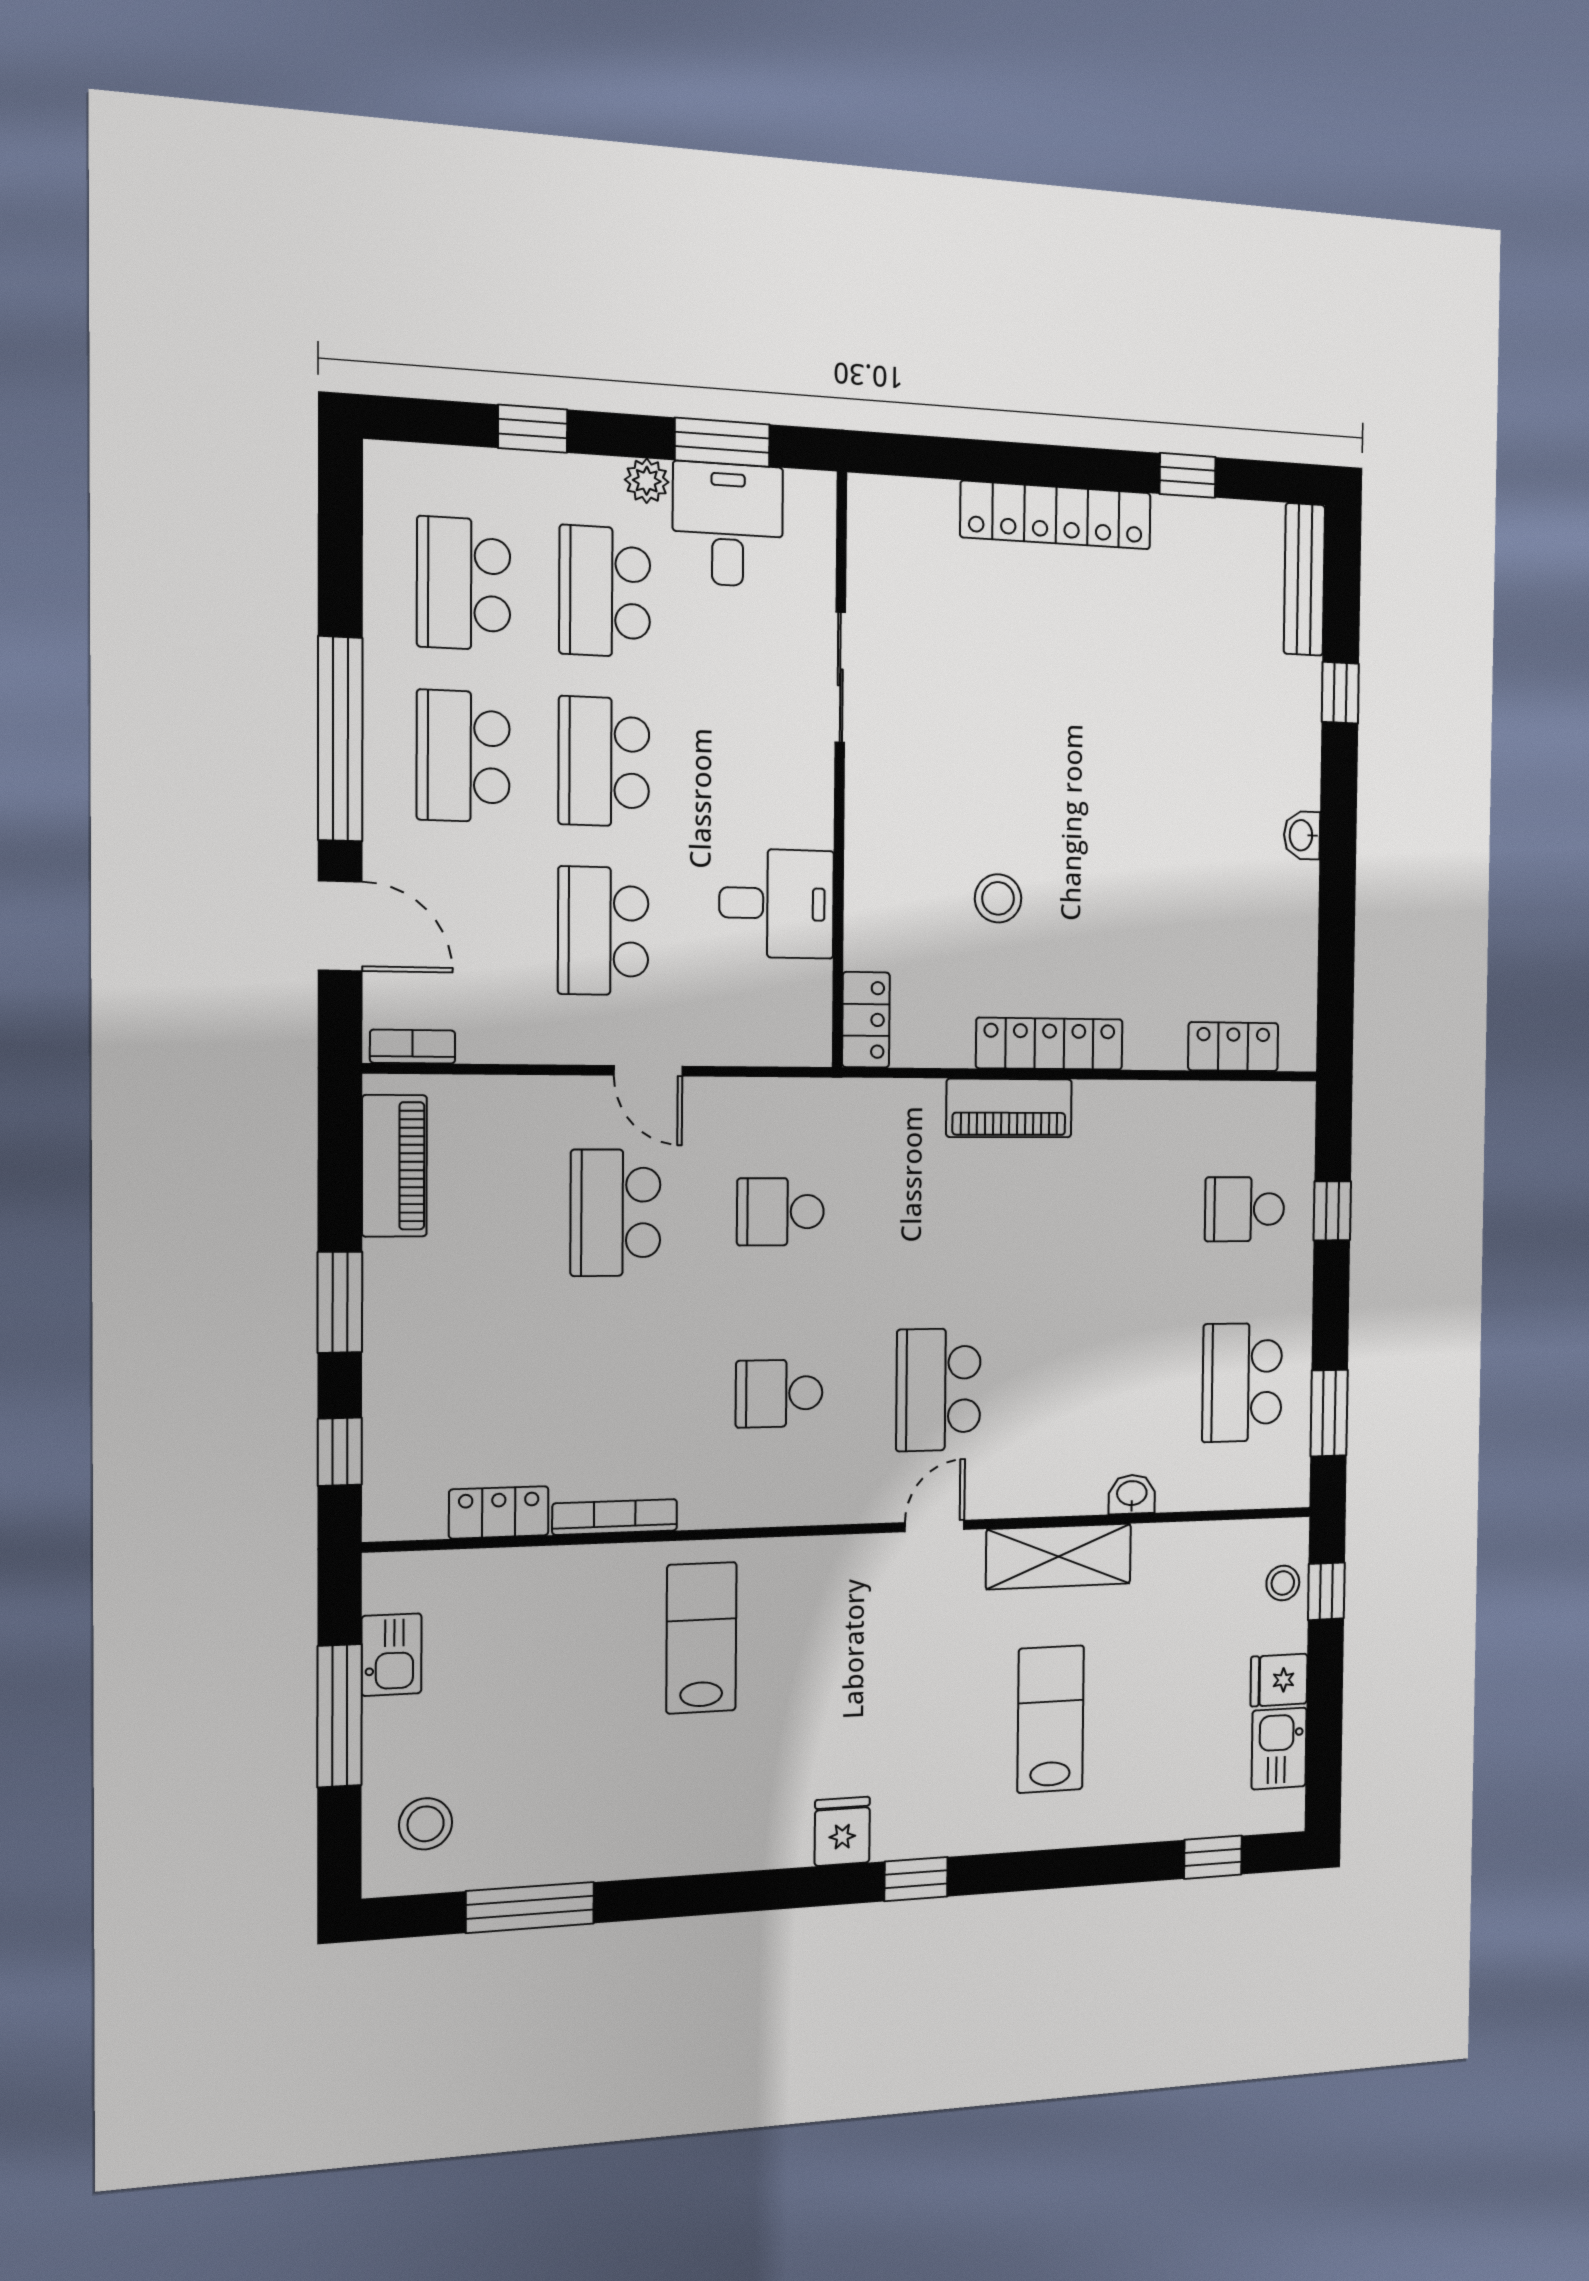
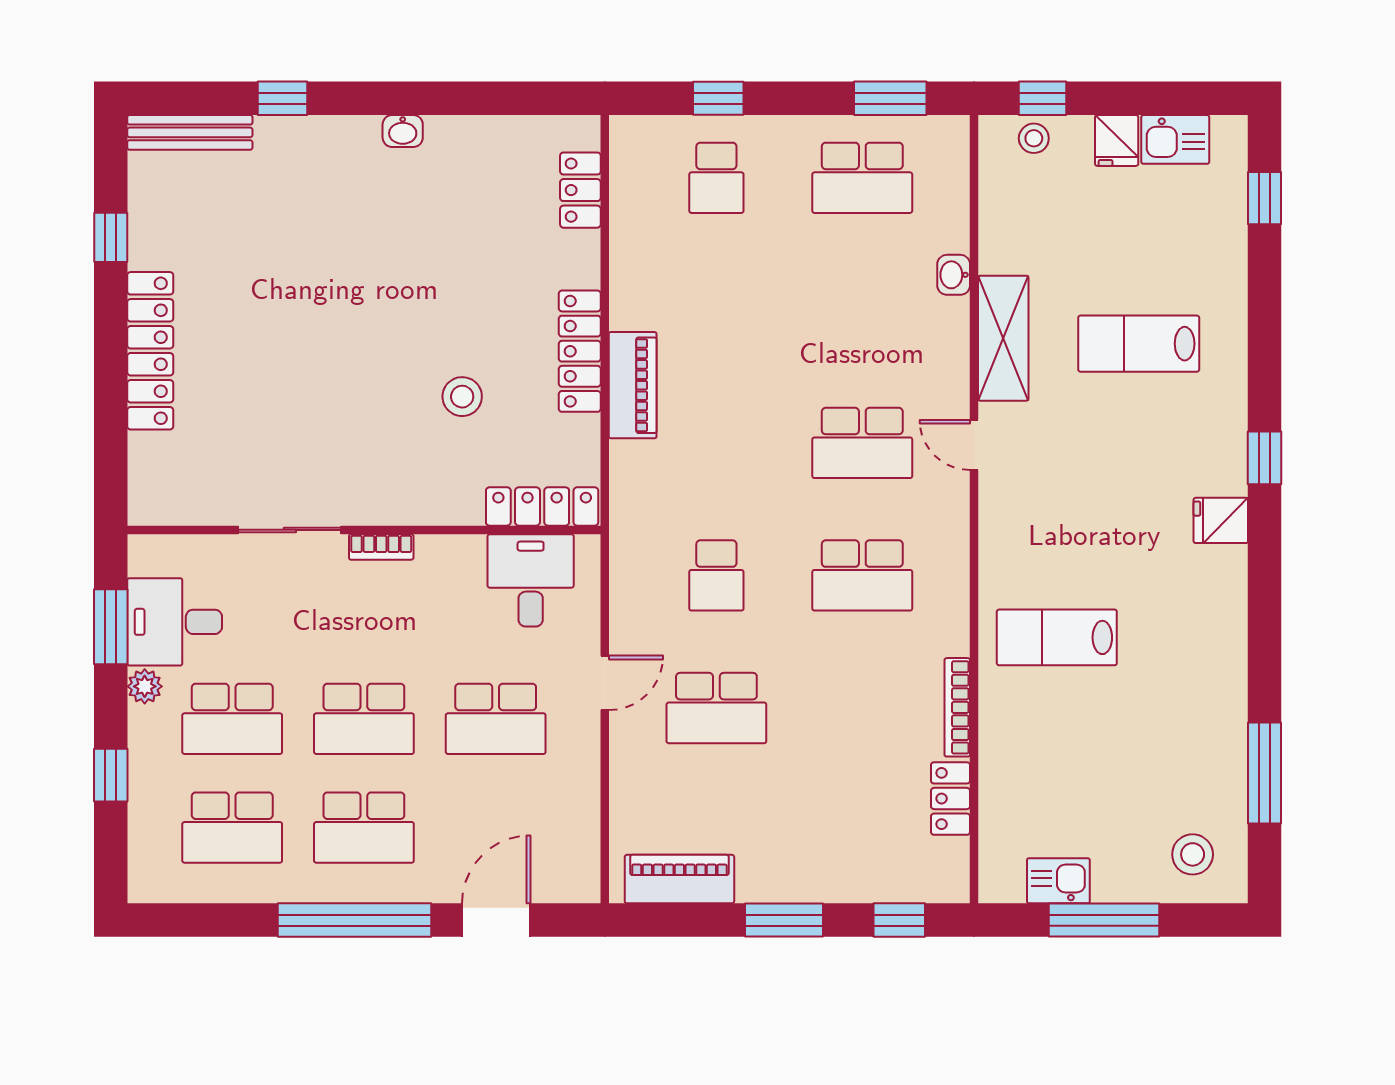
desk: (777, 904) -> (531, 580), moved
locker: (866, 1020) -> (542, 506), width x1.53
bookcase: (413, 1047) -> (381, 547), moved, turned -90
school desk: (779, 1393) -> (862, 575), width x1.85

